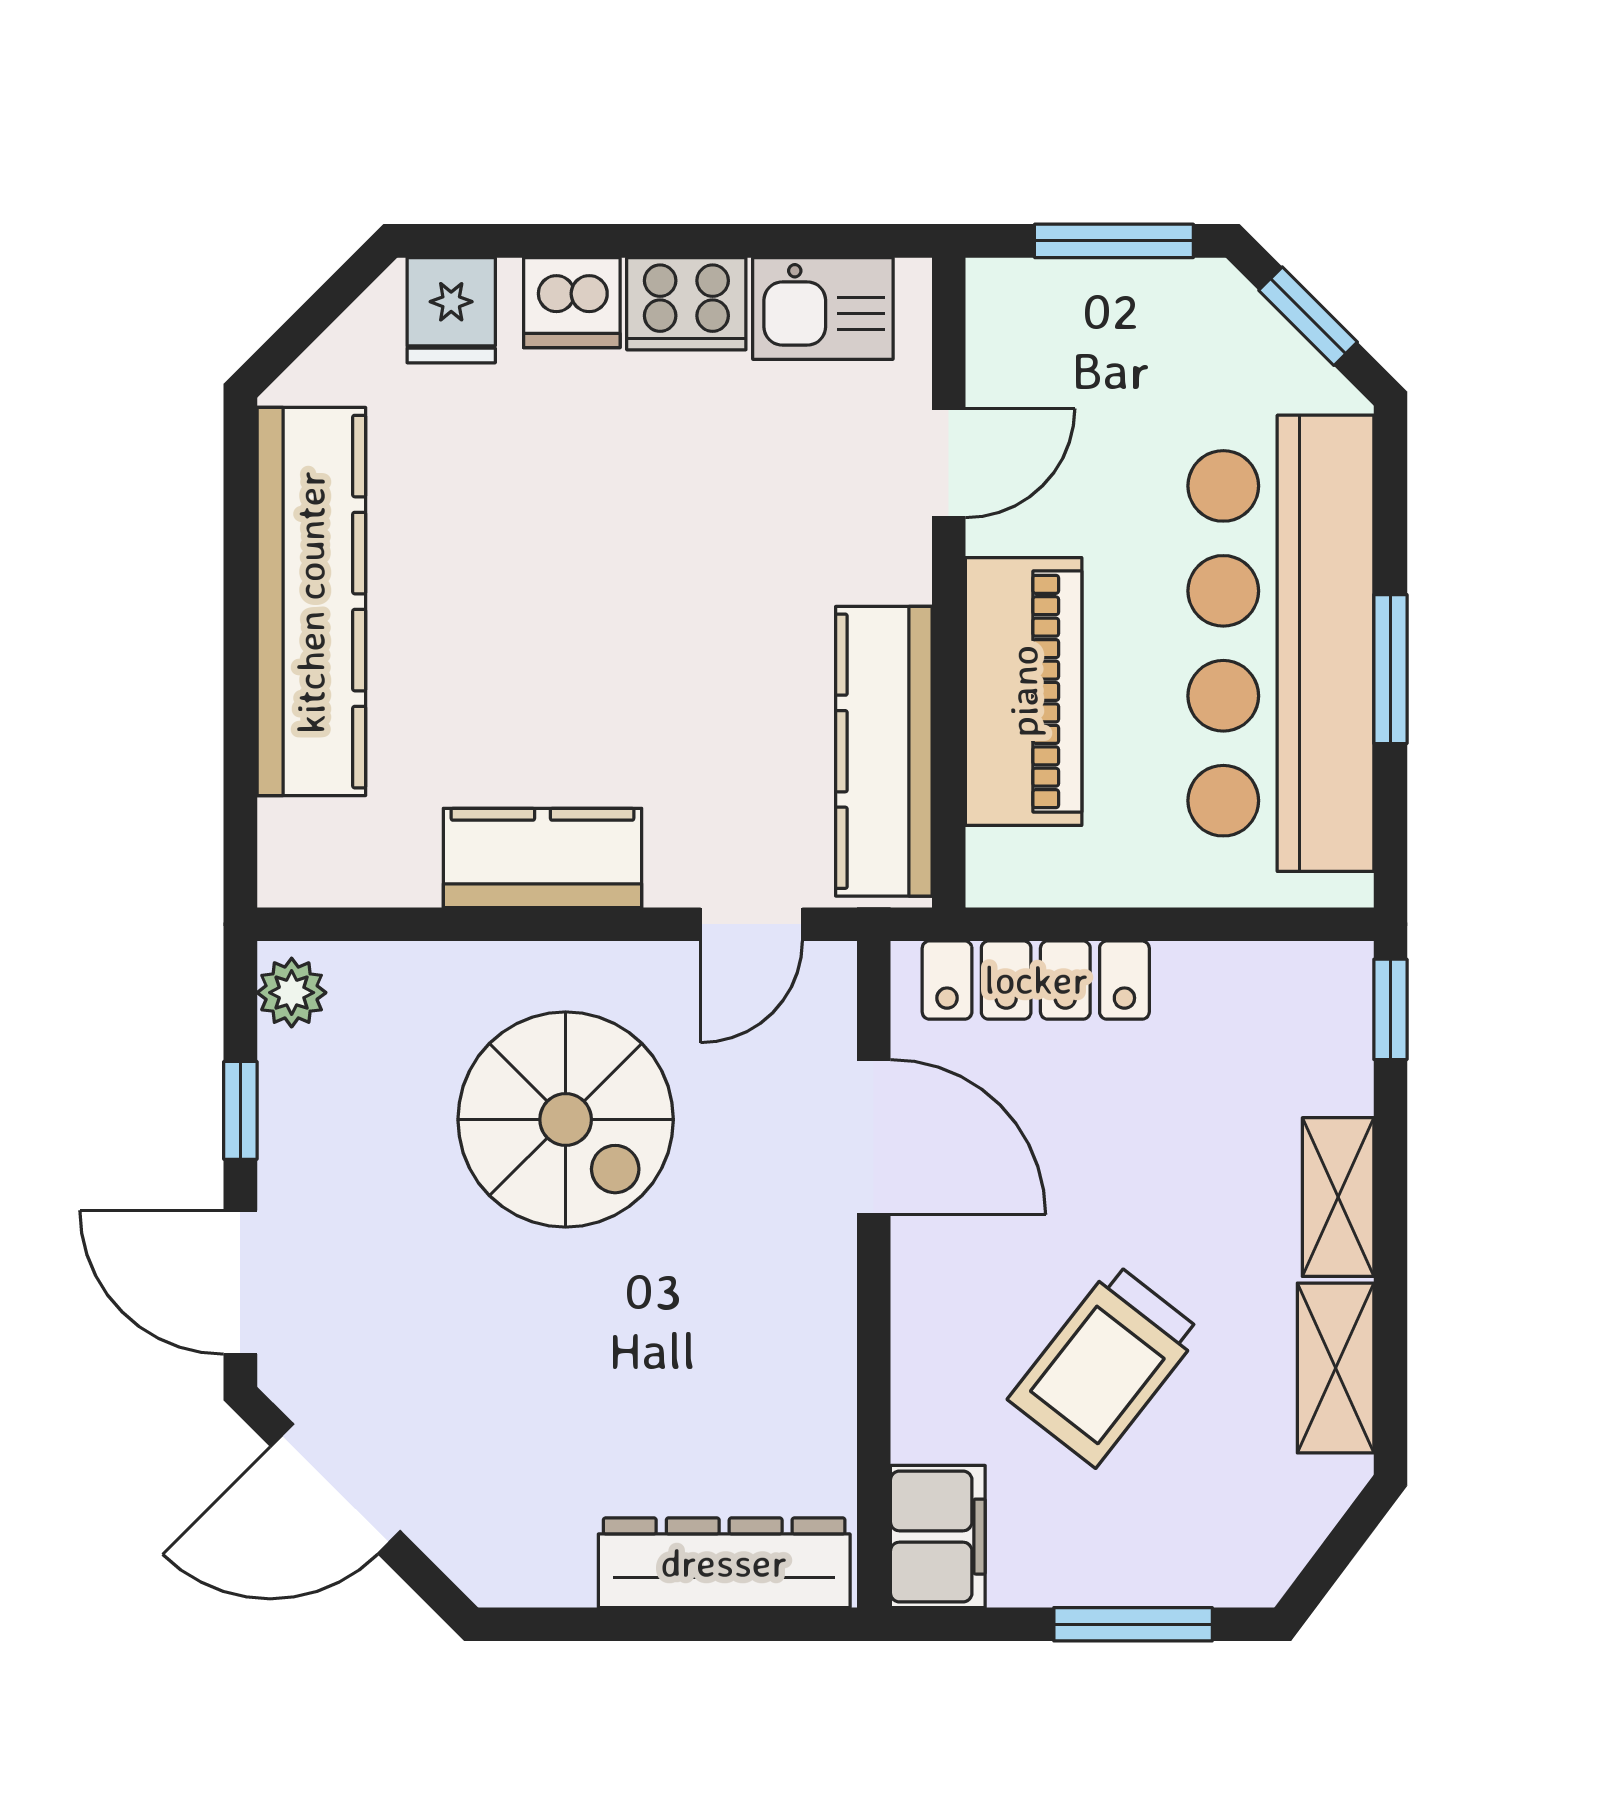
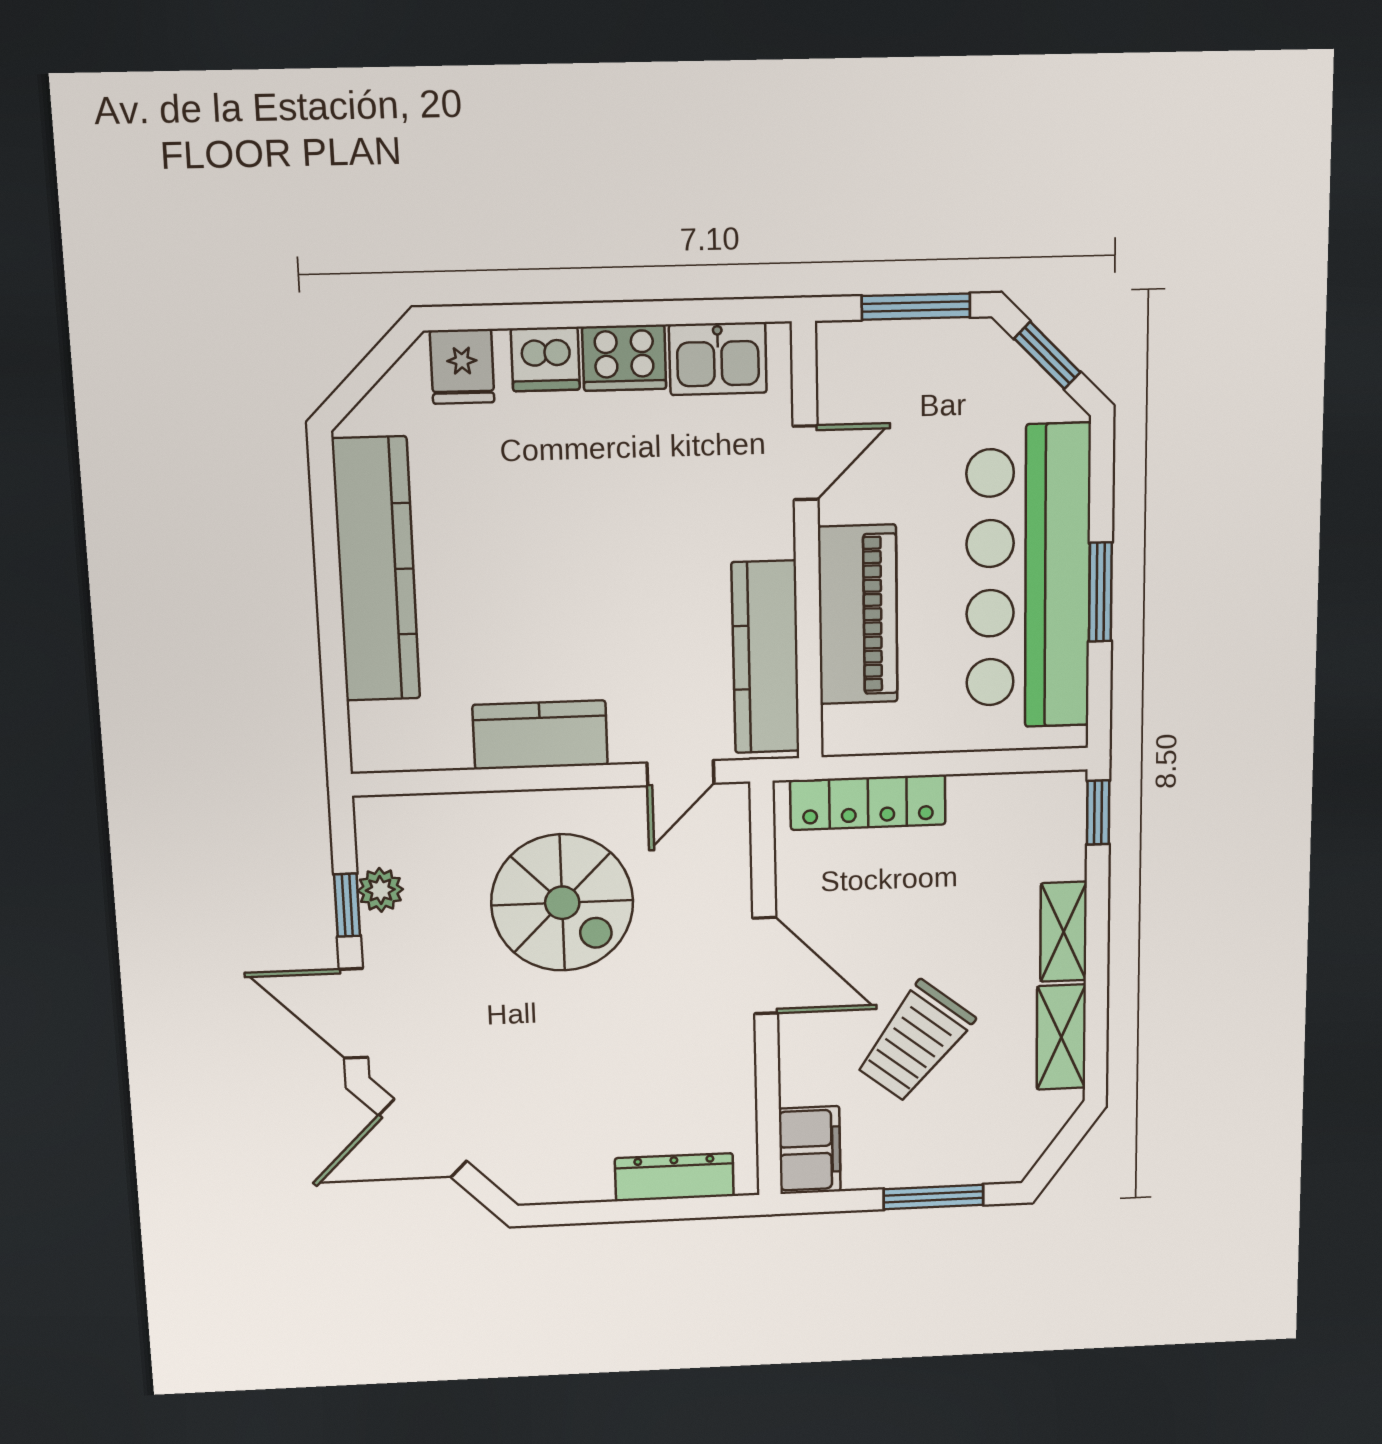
plant: (292, 993) -> (380, 890), moved
door: (874, 1137) -> (765, 966), moved
dresser: (724, 1563) -> (674, 1177), width x0.73, depth x0.80

